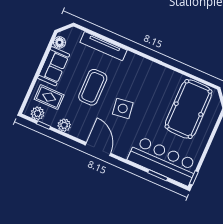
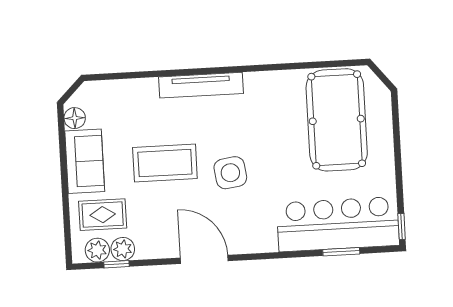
tv unit: (104, 46) -> (201, 85), moved
coffee table: (93, 87) -> (165, 163), turned 90
plant: (64, 125) -> (123, 249), moved
door: (98, 149) -> (204, 259), moved

